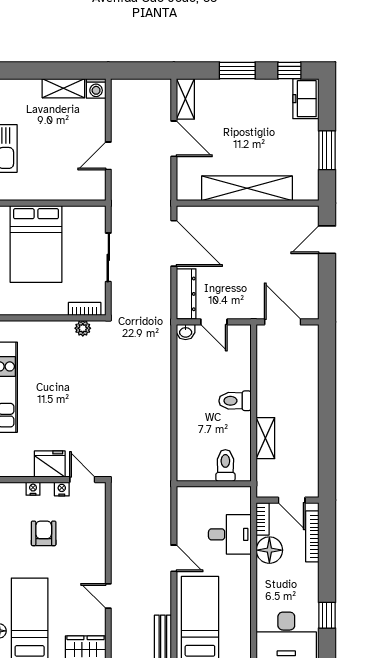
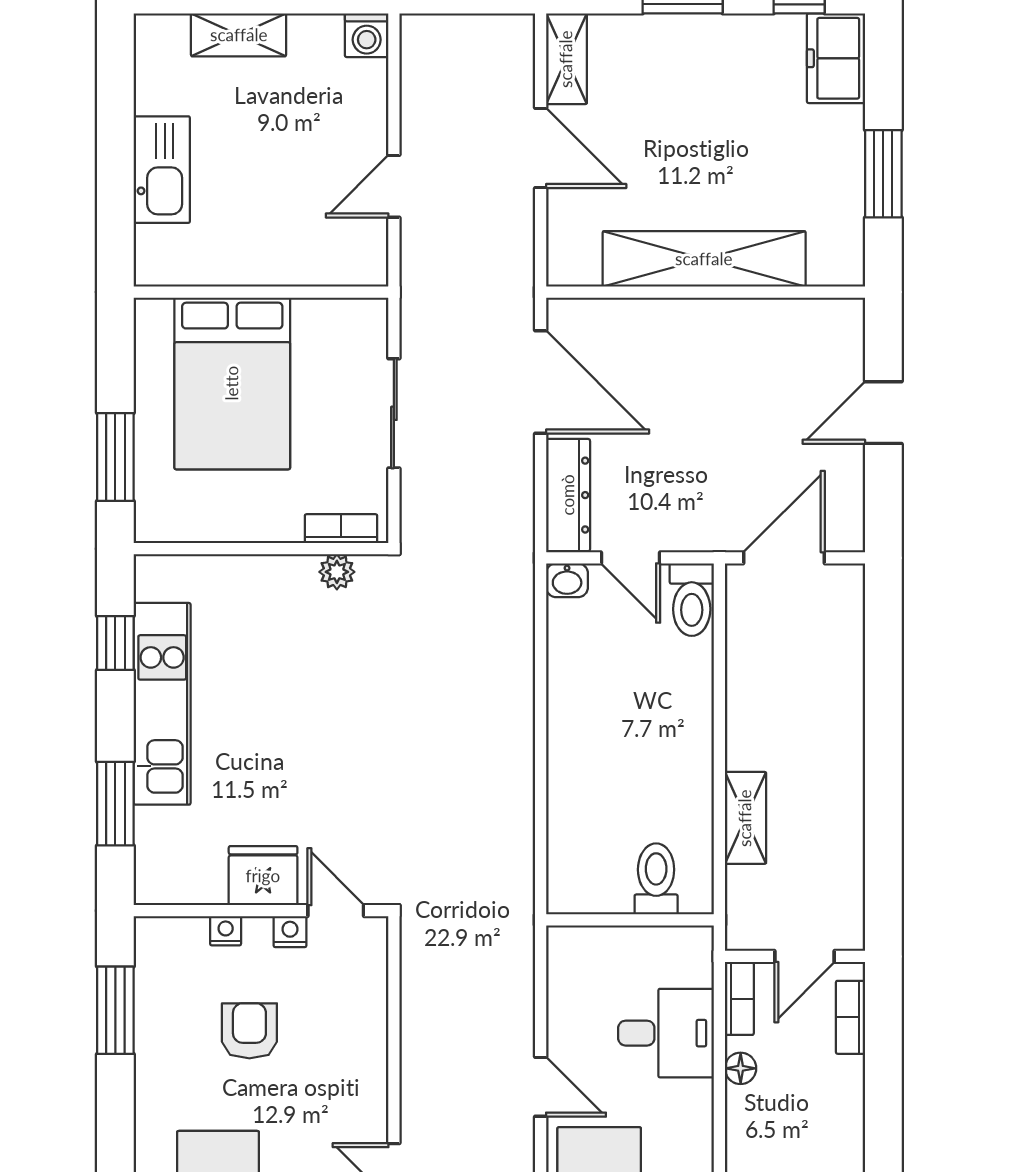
shelving: (63, 88) -> (239, 35), moved
door: (327, 240) -> (883, 413), moved
door: (283, 322) -> (784, 558), hinge flipped
toilet: (235, 401) -> (692, 600), moved, turned -90
door: (292, 500) -> (804, 956), hinge flipped
bookcase: (312, 536) -> (850, 1017), width x0.64
floor lamp: (269, 550) -> (741, 1068), width x0.53, depth x0.53

